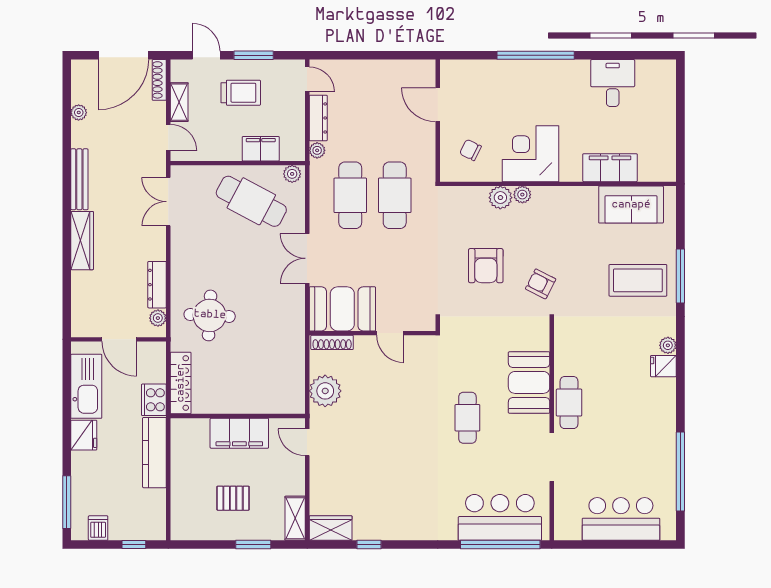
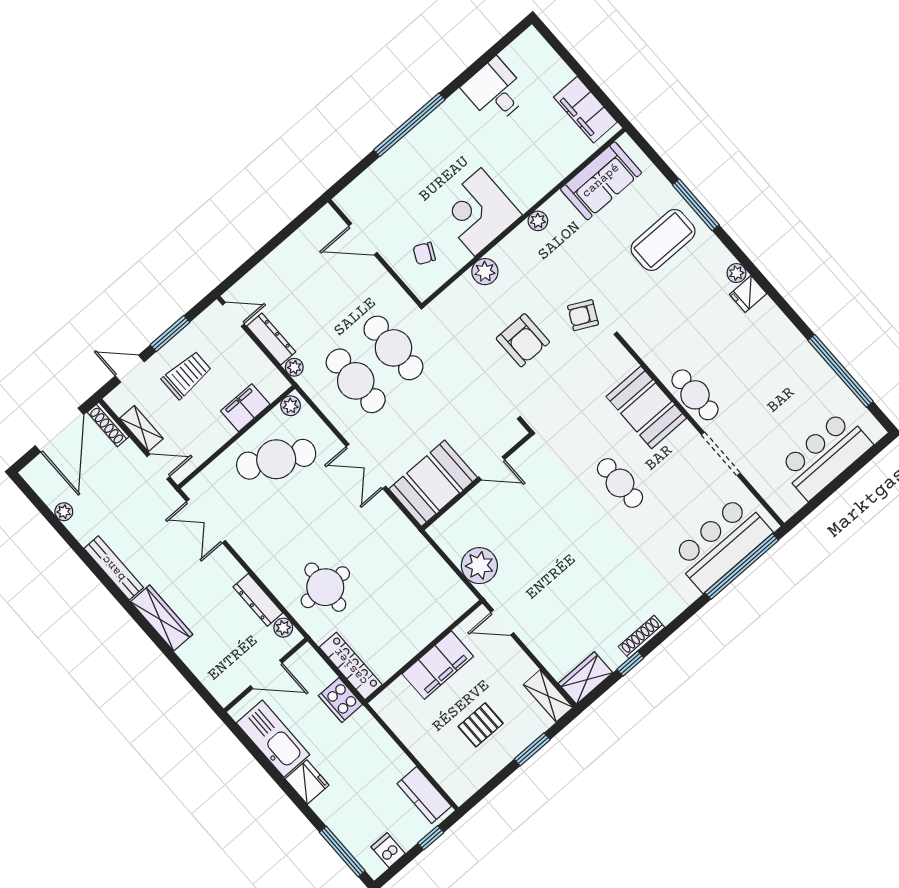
filing cabinet: (610, 168) -> (585, 110), moved, turned -90
plant: (522, 195) -> (538, 221), moved
shoe rack: (332, 342) -> (641, 637), moved, turned 180
kitchen counter: (154, 453) -> (424, 795), moved, width x0.67

